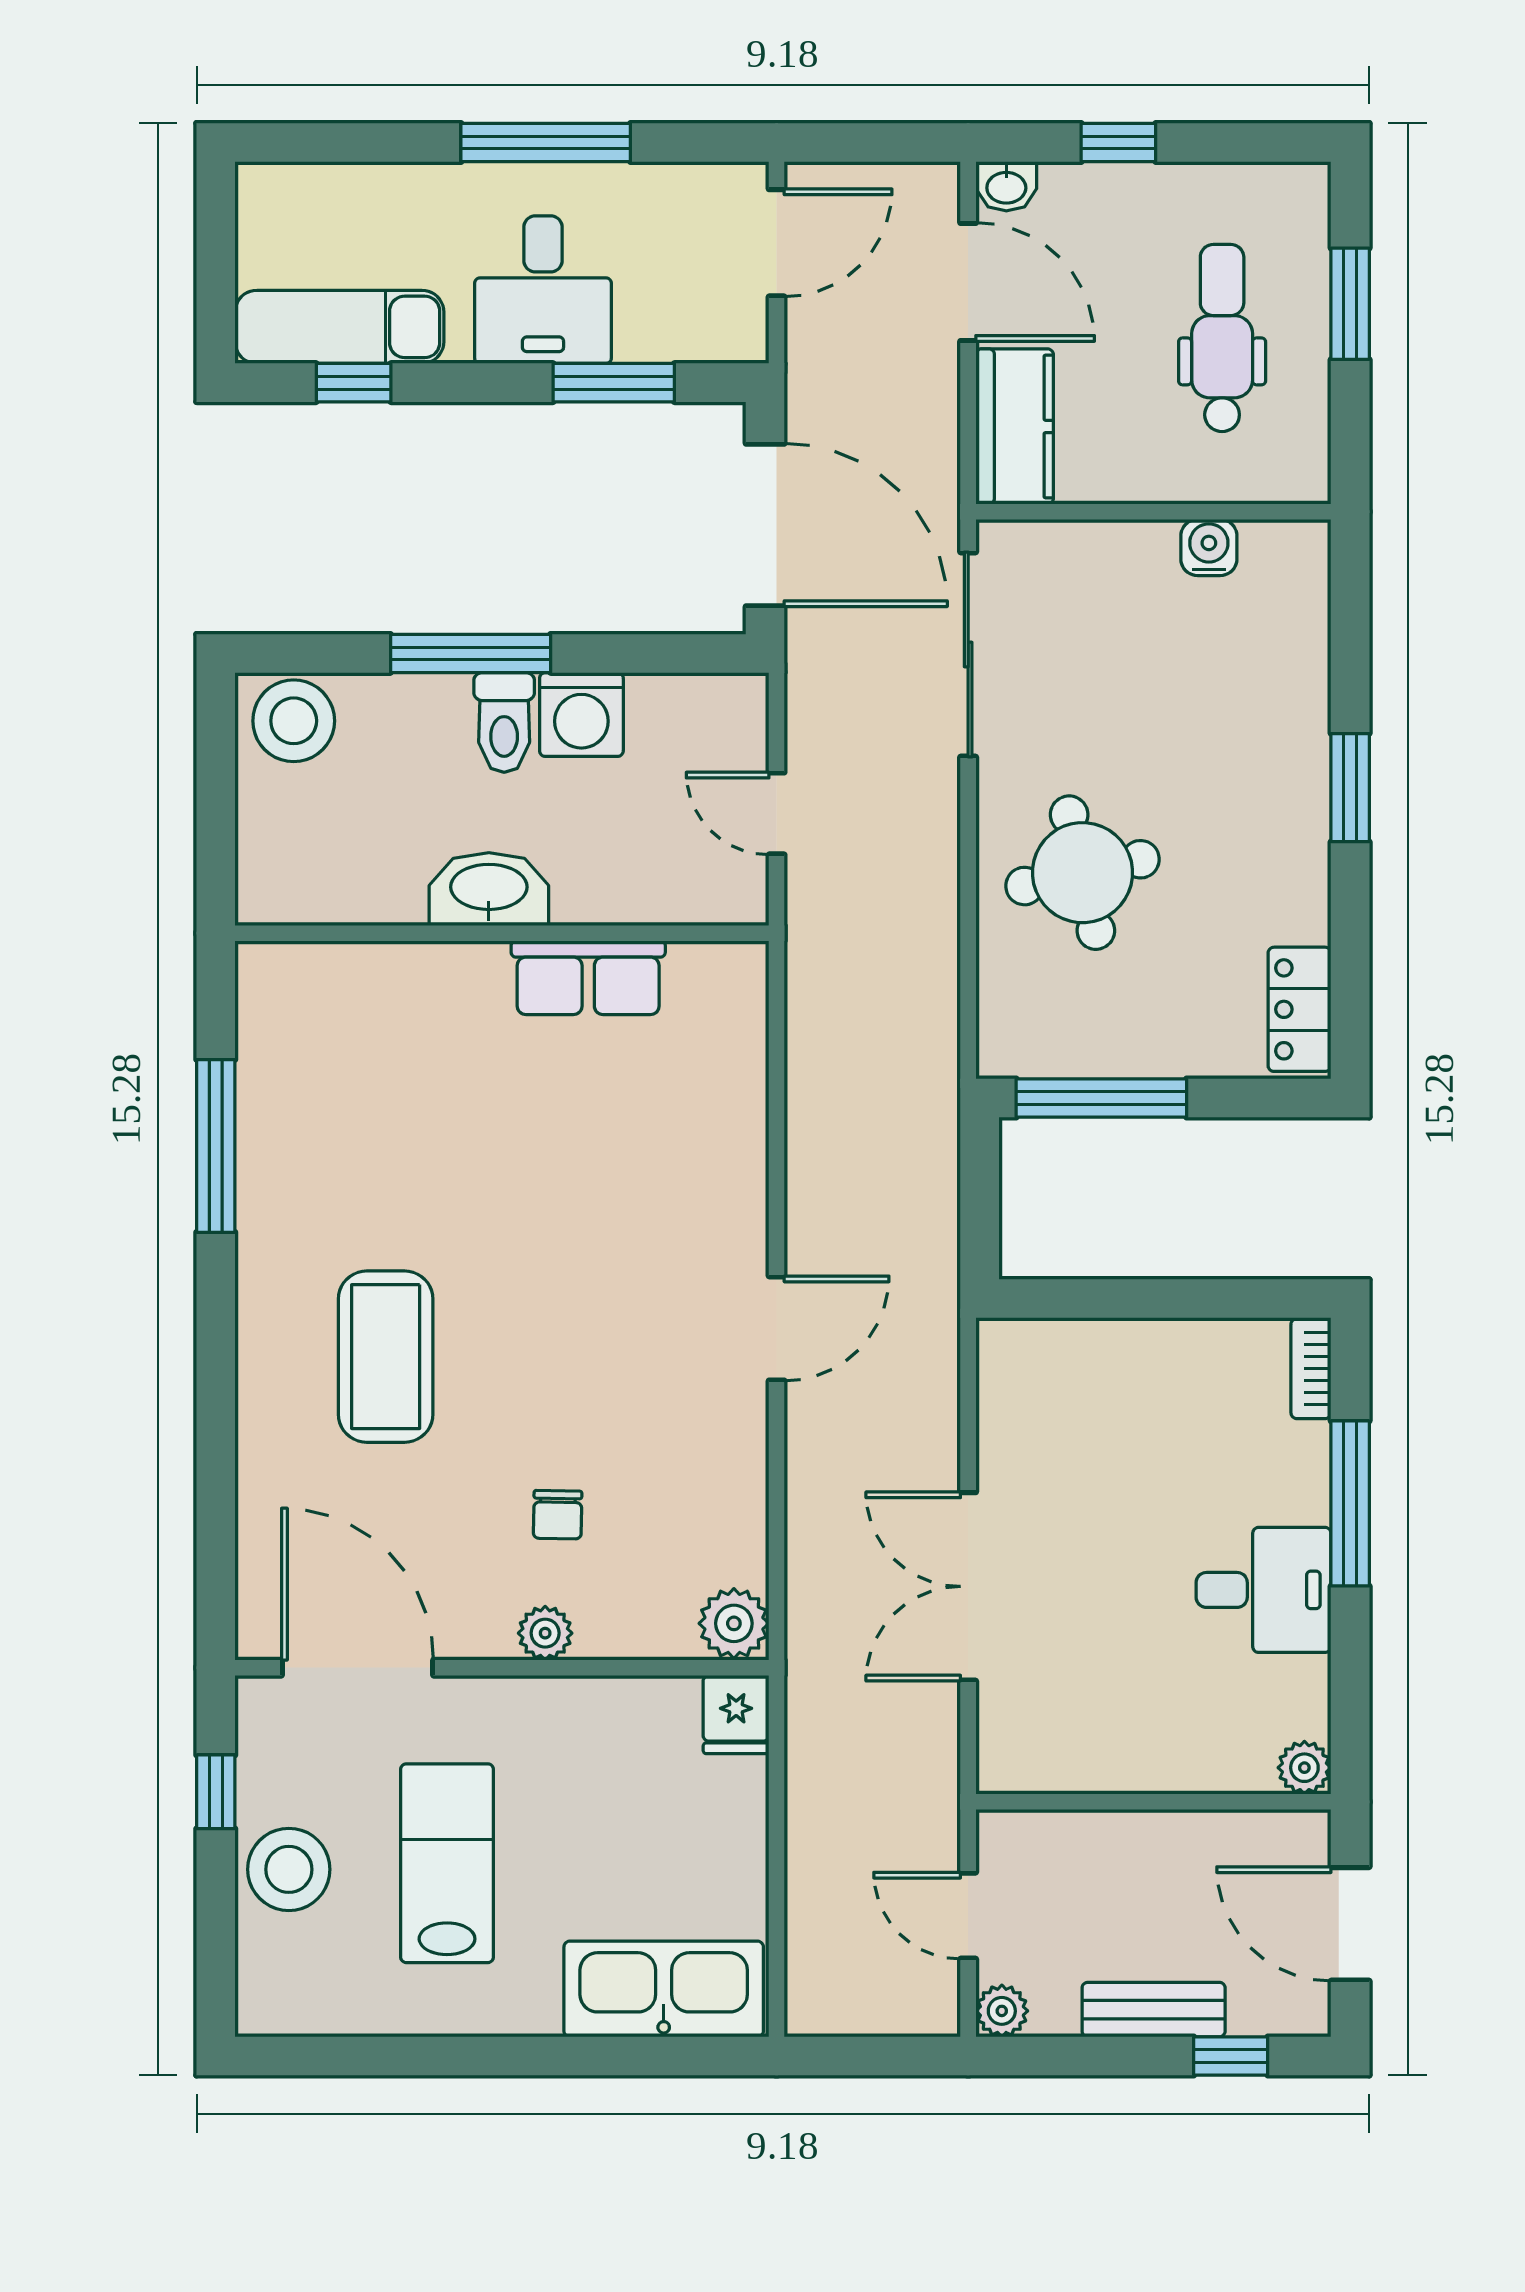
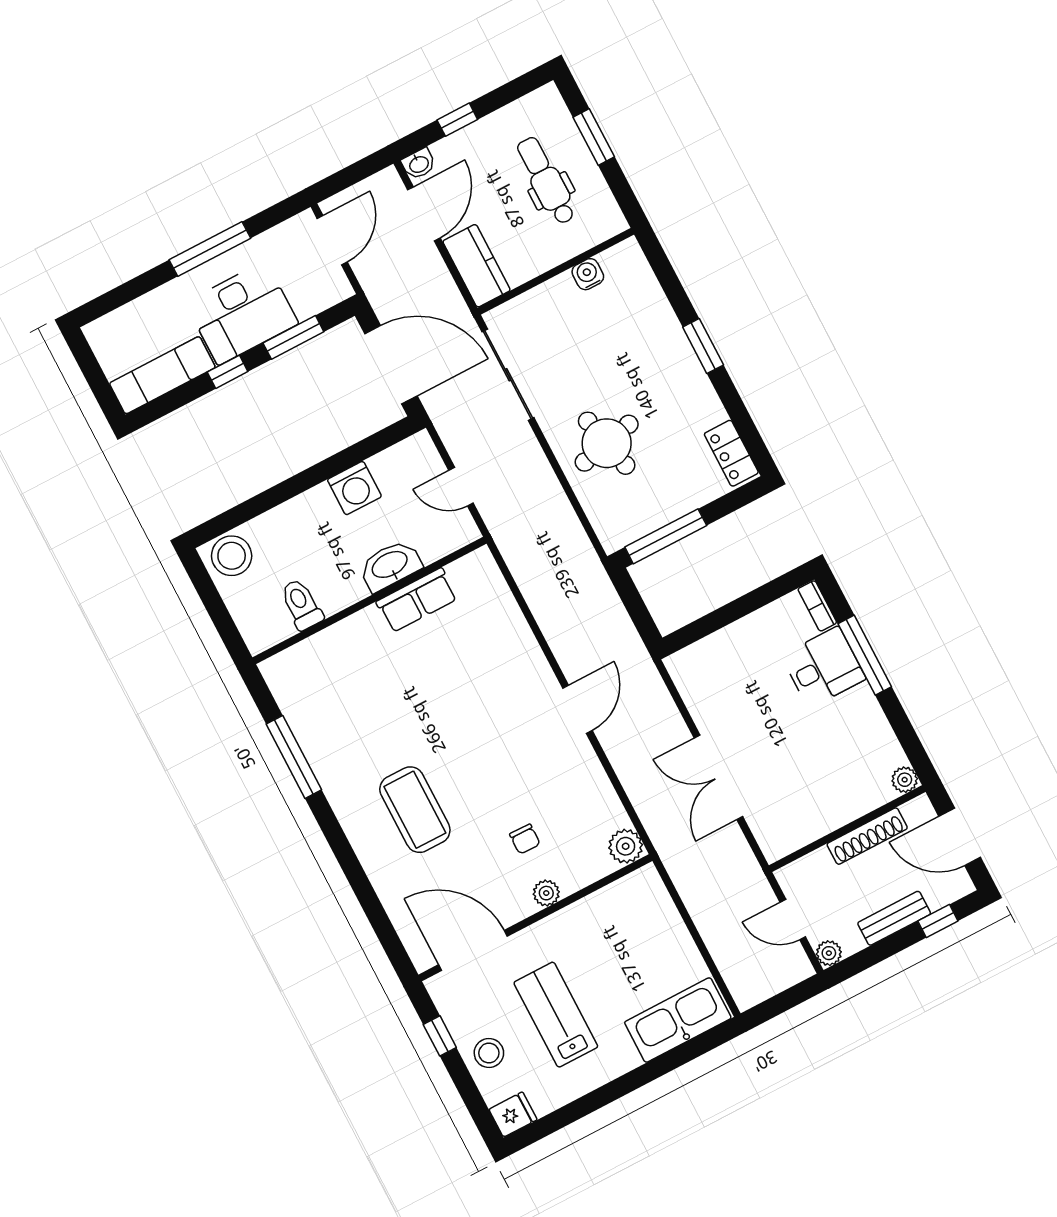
door: (968, 282) -> (424, 214), hinge flipped
desk: (543, 290) -> (242, 313), width x1.37
window: (354, 383) -> (228, 372), moved
window: (471, 653) -> (293, 487), removed
toilet: (504, 722) -> (301, 604), moved, turned 180
washbasin: (489, 889) -> (390, 565), moved
desk: (1264, 1590) -> (823, 667), moved
fridge: (736, 1715) -> (513, 1114), moved, turned -90
shoe rack: (1183, 1835) -> (867, 836), added
stool: (289, 1869) -> (489, 1053), width x0.73, depth x0.73

